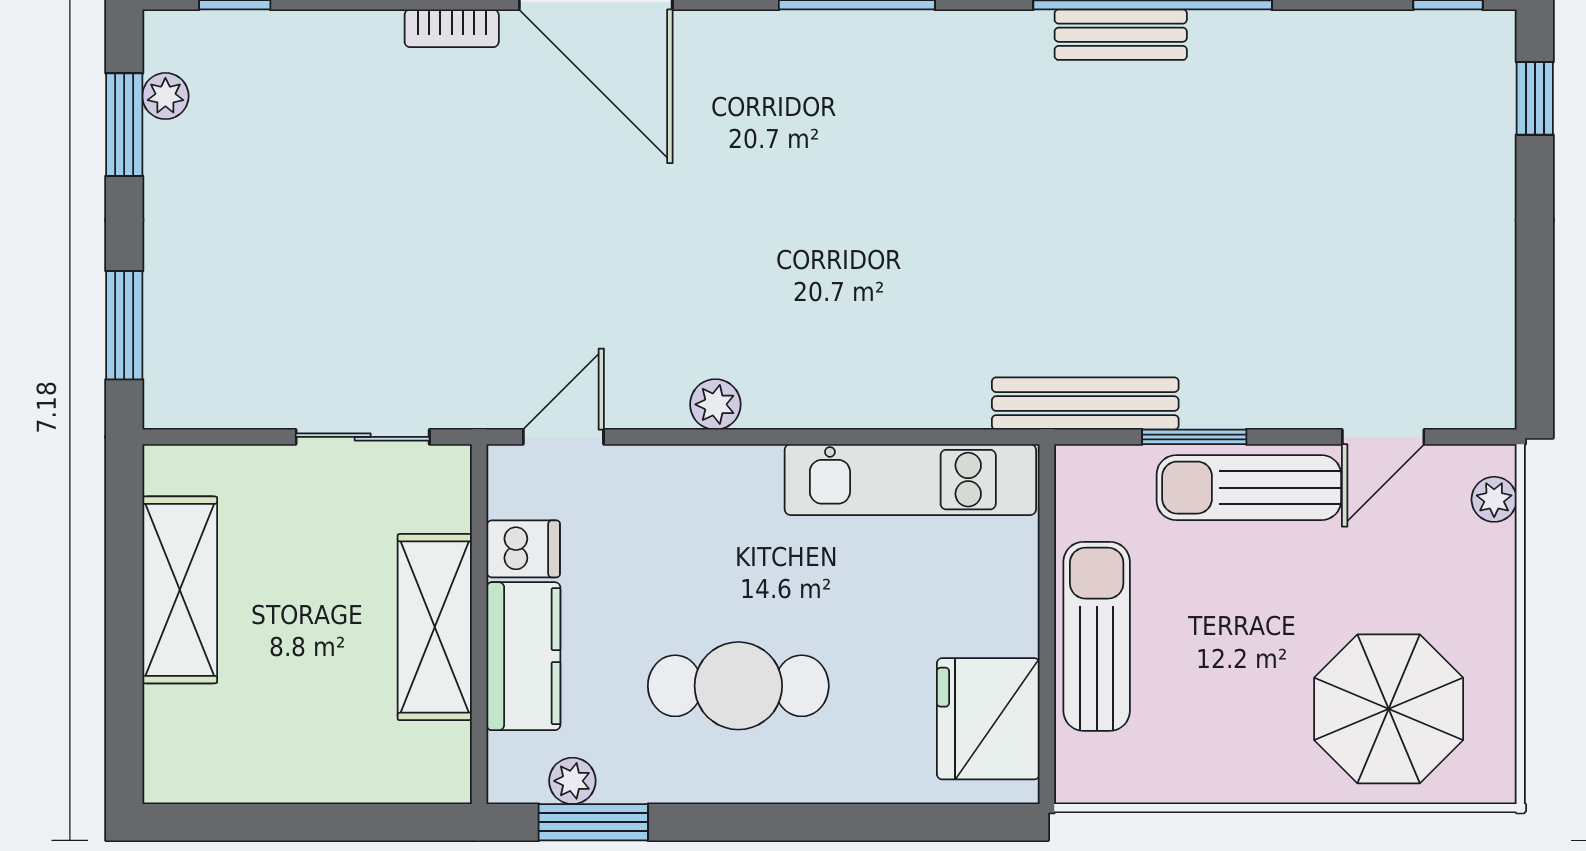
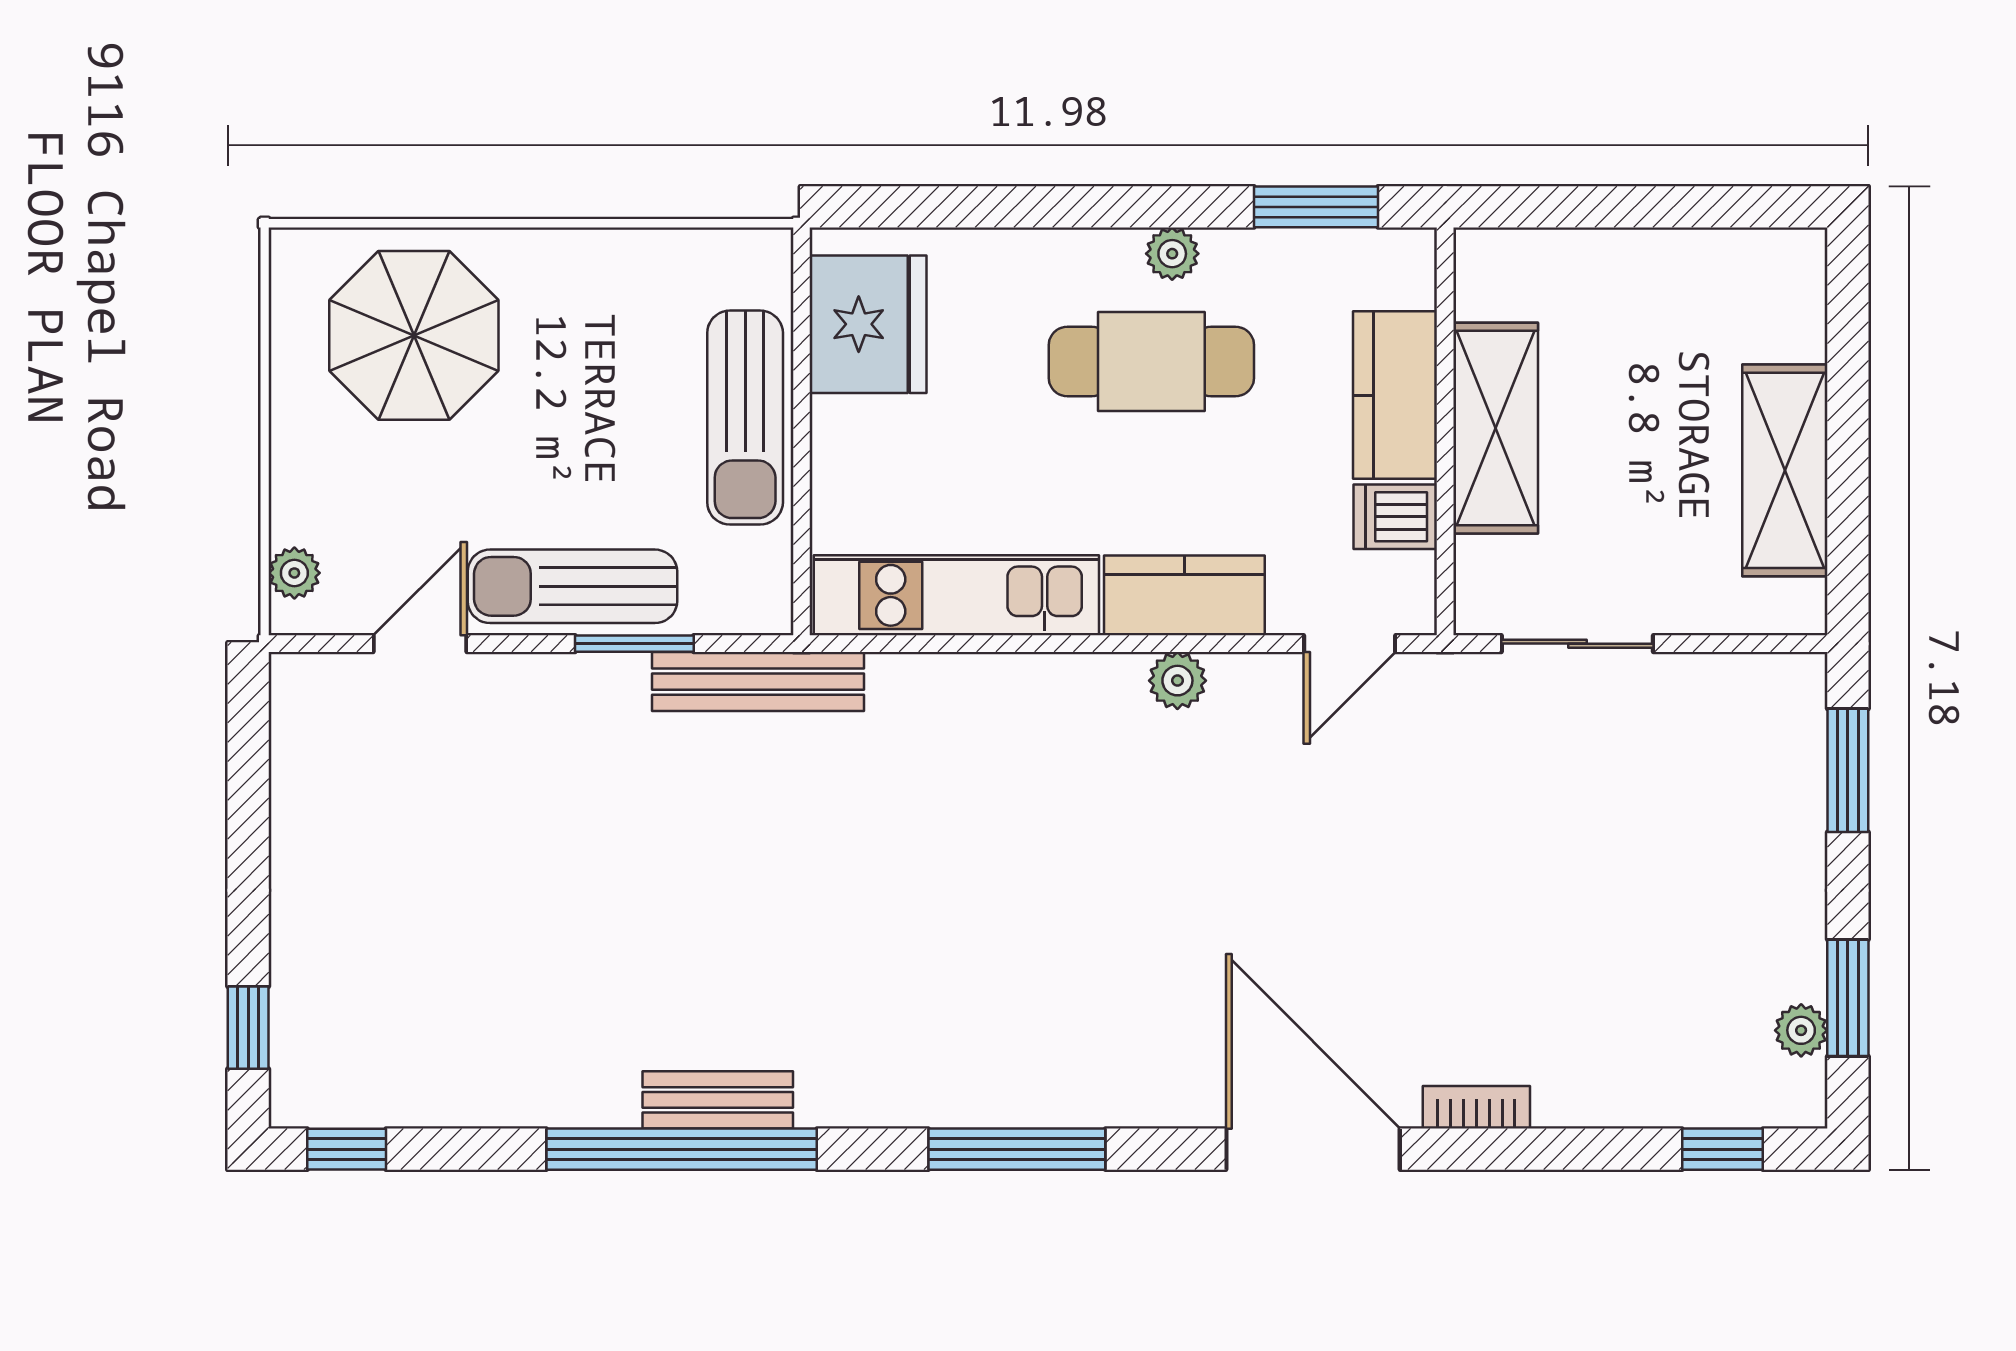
kitchen counter: (709, 480) -> (1184, 595), added
sun lounger: (1249, 488) -> (572, 586), turned 180
plant: (572, 781) -> (1172, 254), moved

